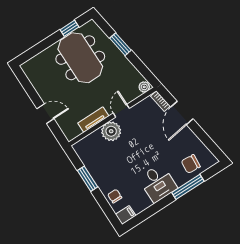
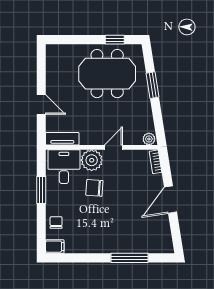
meeting table: (80, 58) -> (107, 74), turned 90
door: (182, 113) -> (170, 200), moved
tv unit: (93, 120) -> (62, 139), moved
chair: (191, 164) -> (94, 188), moved
desk: (158, 183) -> (64, 167), moved, turned 180

